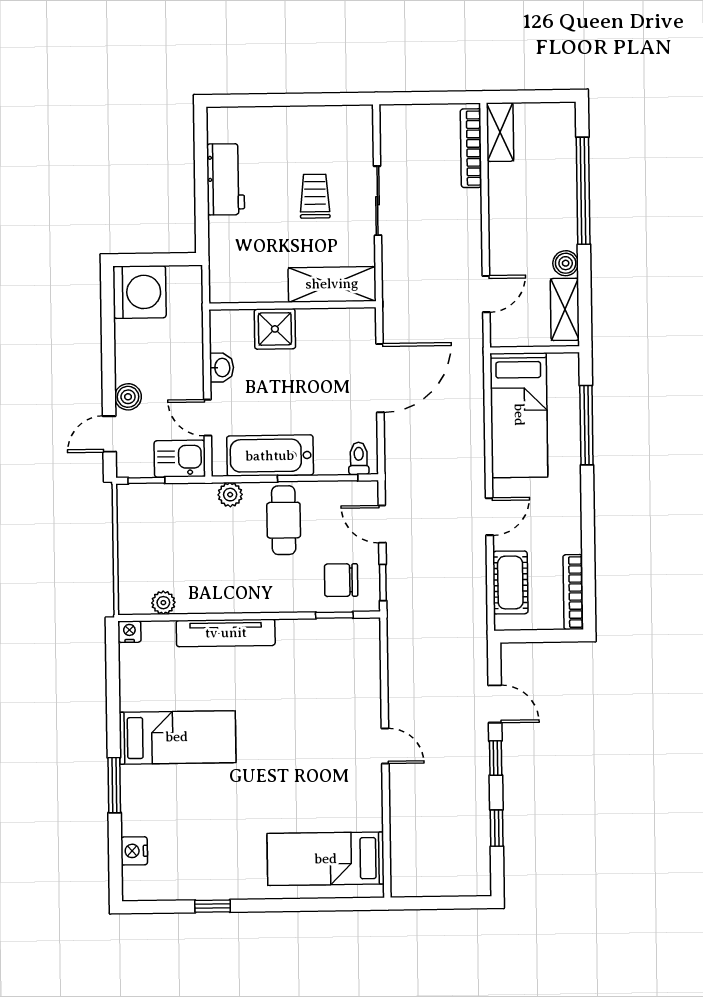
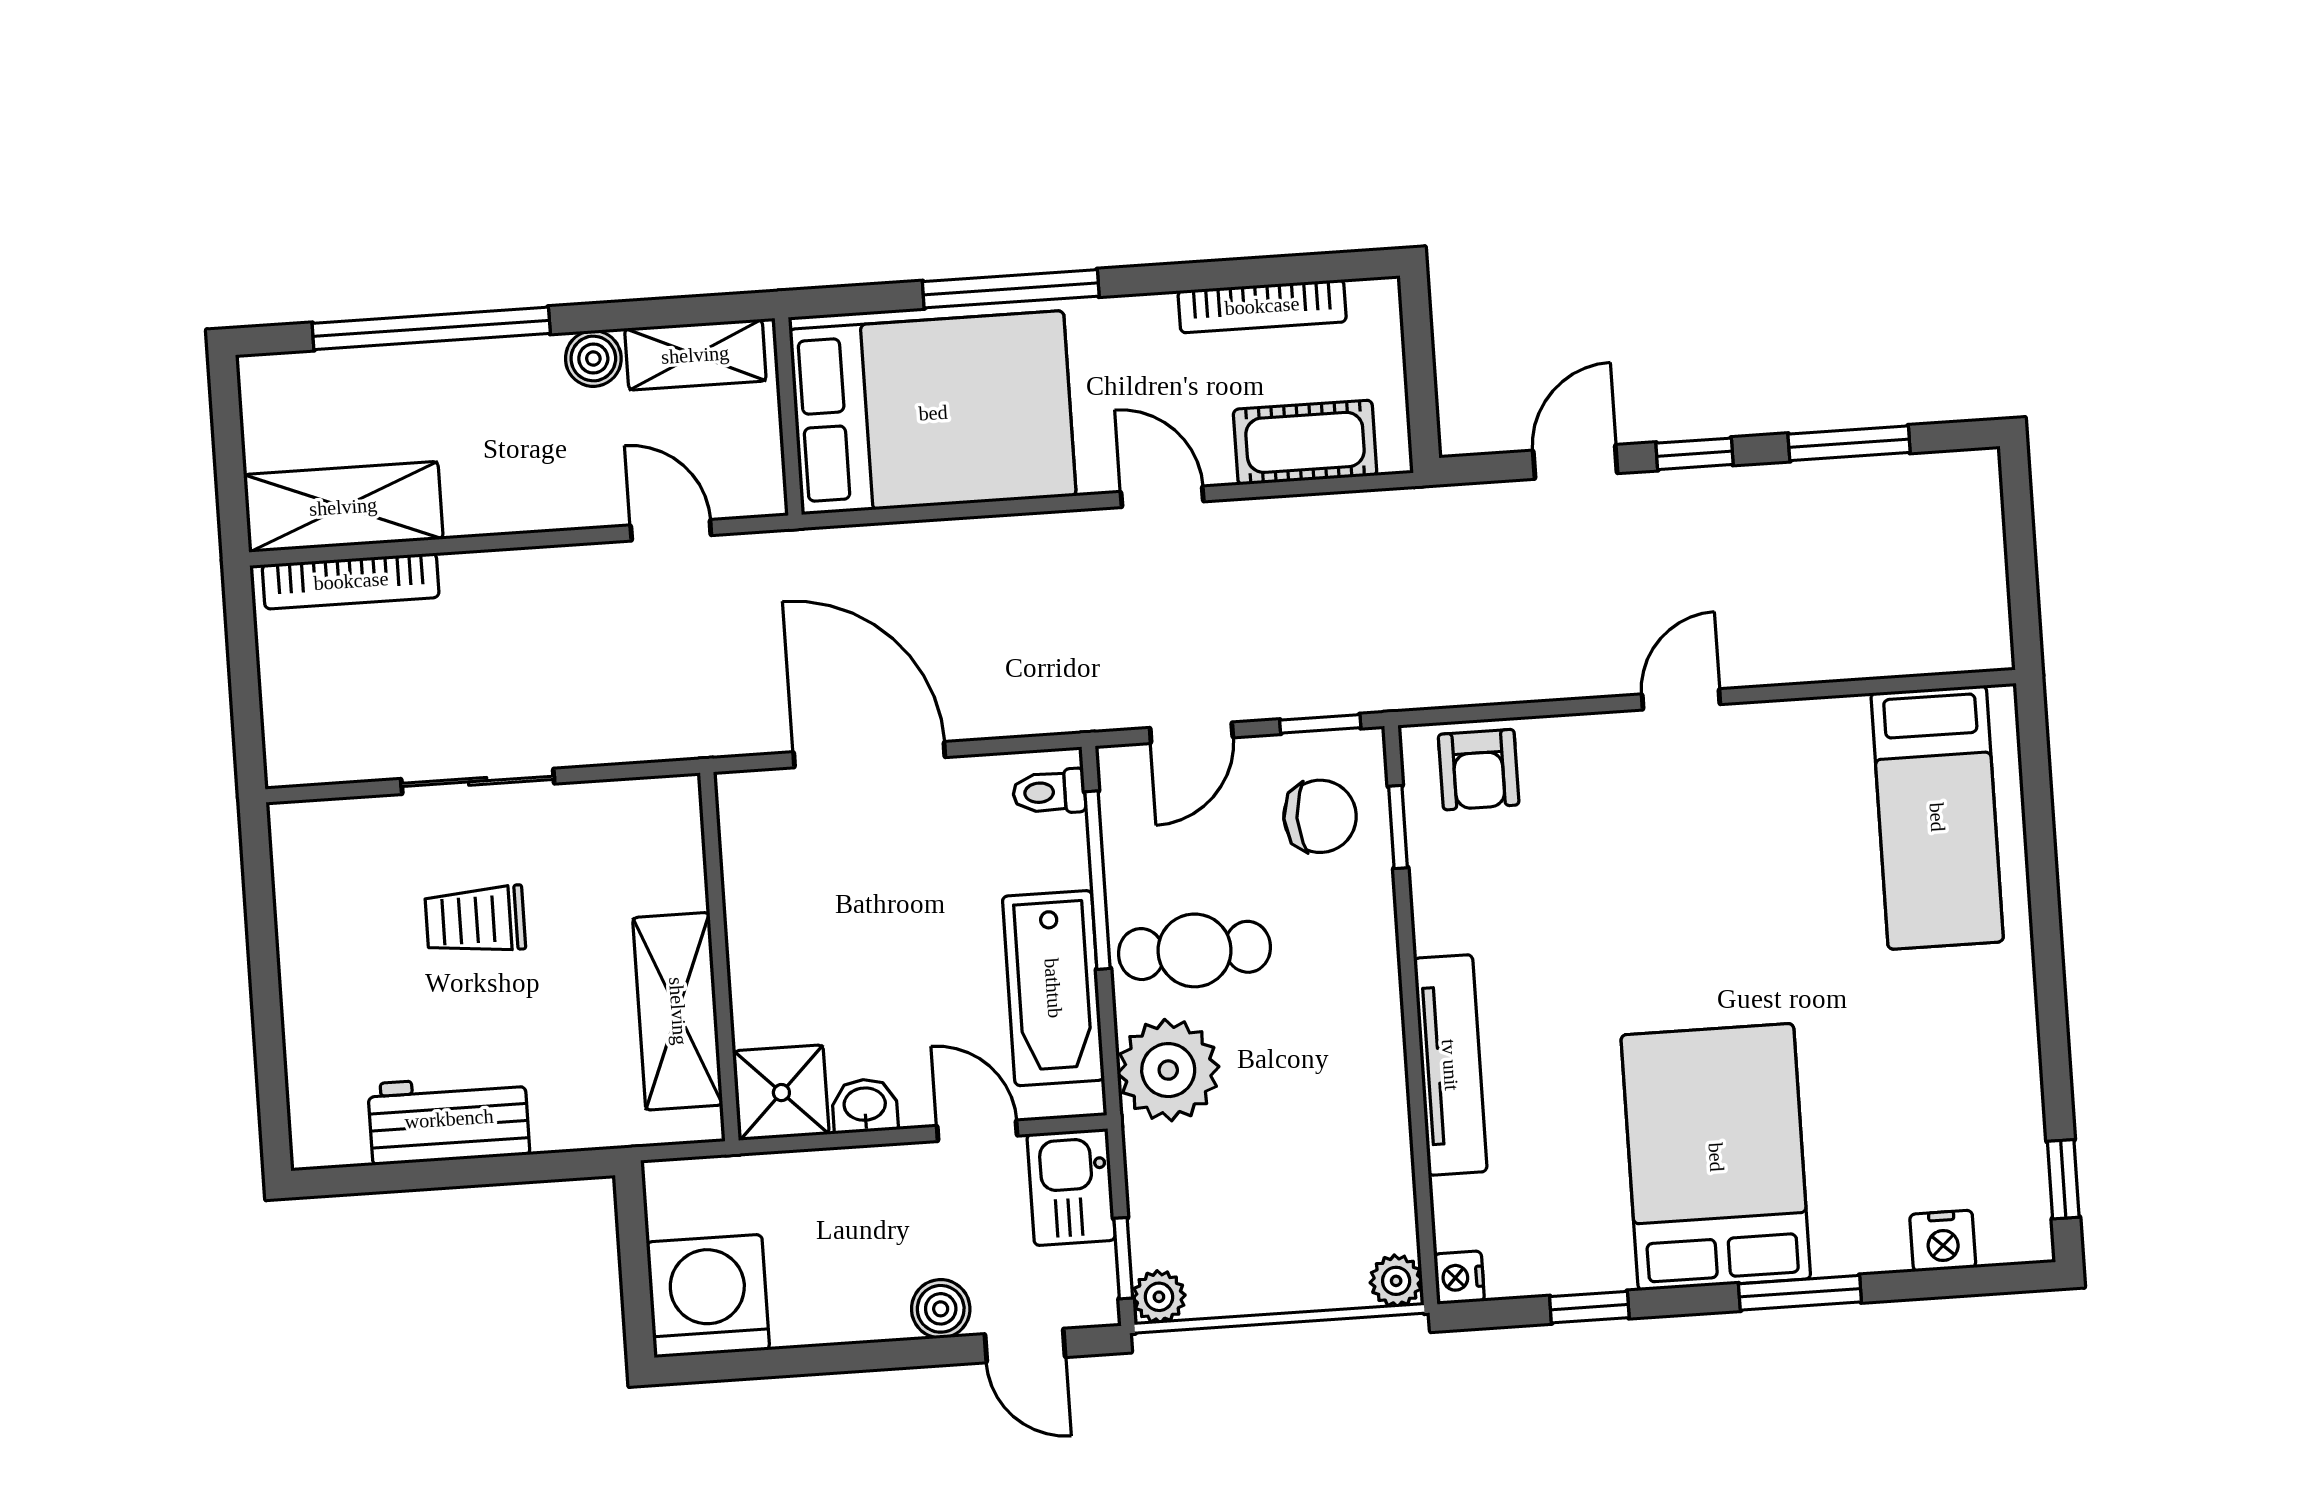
shelving: (500, 132) -> (343, 507), width x1.50, depth x1.33
shelving: (332, 284) -> (678, 1011), moved
shower: (275, 329) -> (781, 1093), moved
bed: (519, 415) -> (933, 413), width x1.50
door: (208, 418) -> (977, 1131), swing flipped
window: (586, 425) -> (1011, 289), moved
plant: (230, 495) -> (1168, 1070), width x1.88, depth x1.88
plant: (128, 496) -> (1159, 1297), added
chair: (341, 580) -> (1320, 816), turned -90
bookcase: (573, 592) -> (1262, 306), moved
plant: (163, 603) -> (1396, 1281), moved
armchair: (358, 653) -> (1479, 770), added
window: (113, 690) -> (1589, 1307), added
bed: (177, 737) -> (1716, 1157), width x1.50
window: (497, 828) -> (1849, 443), width x1.50
window: (213, 906) -> (2063, 1179), moved

